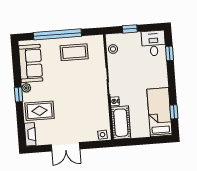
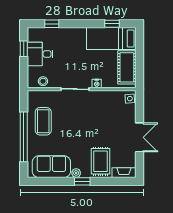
window: (130, 29) -> (24, 49), moved
desk: (154, 43) -> (40, 54), moved
cot: (121, 123) -> (127, 67), moved, turned 90

